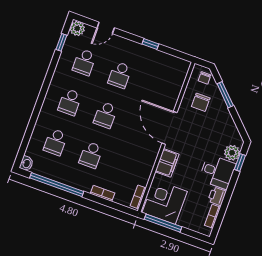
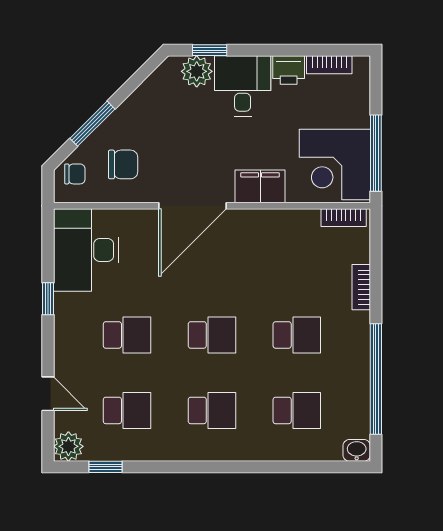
desk: (167, 70) -> (86, 250), added

